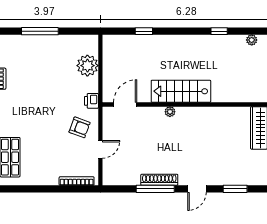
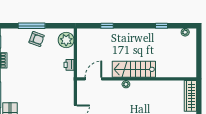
plant: (87, 66) -> (66, 40), moved
printer: (91, 101) -> (69, 65), moved
armchair: (80, 127) -> (37, 39), moved

